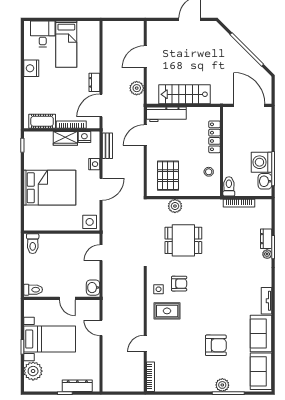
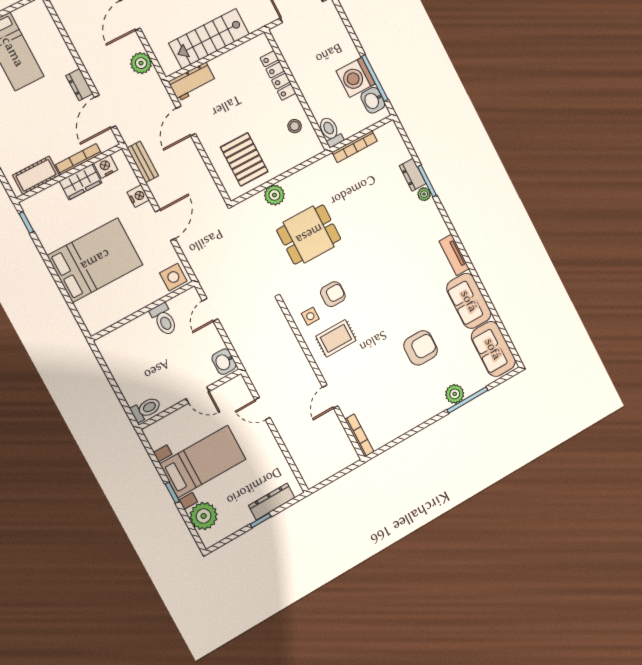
workbench: (166, 114) -> (192, 82), width x0.73
toilet: (33, 244) -> (164, 320), moved

